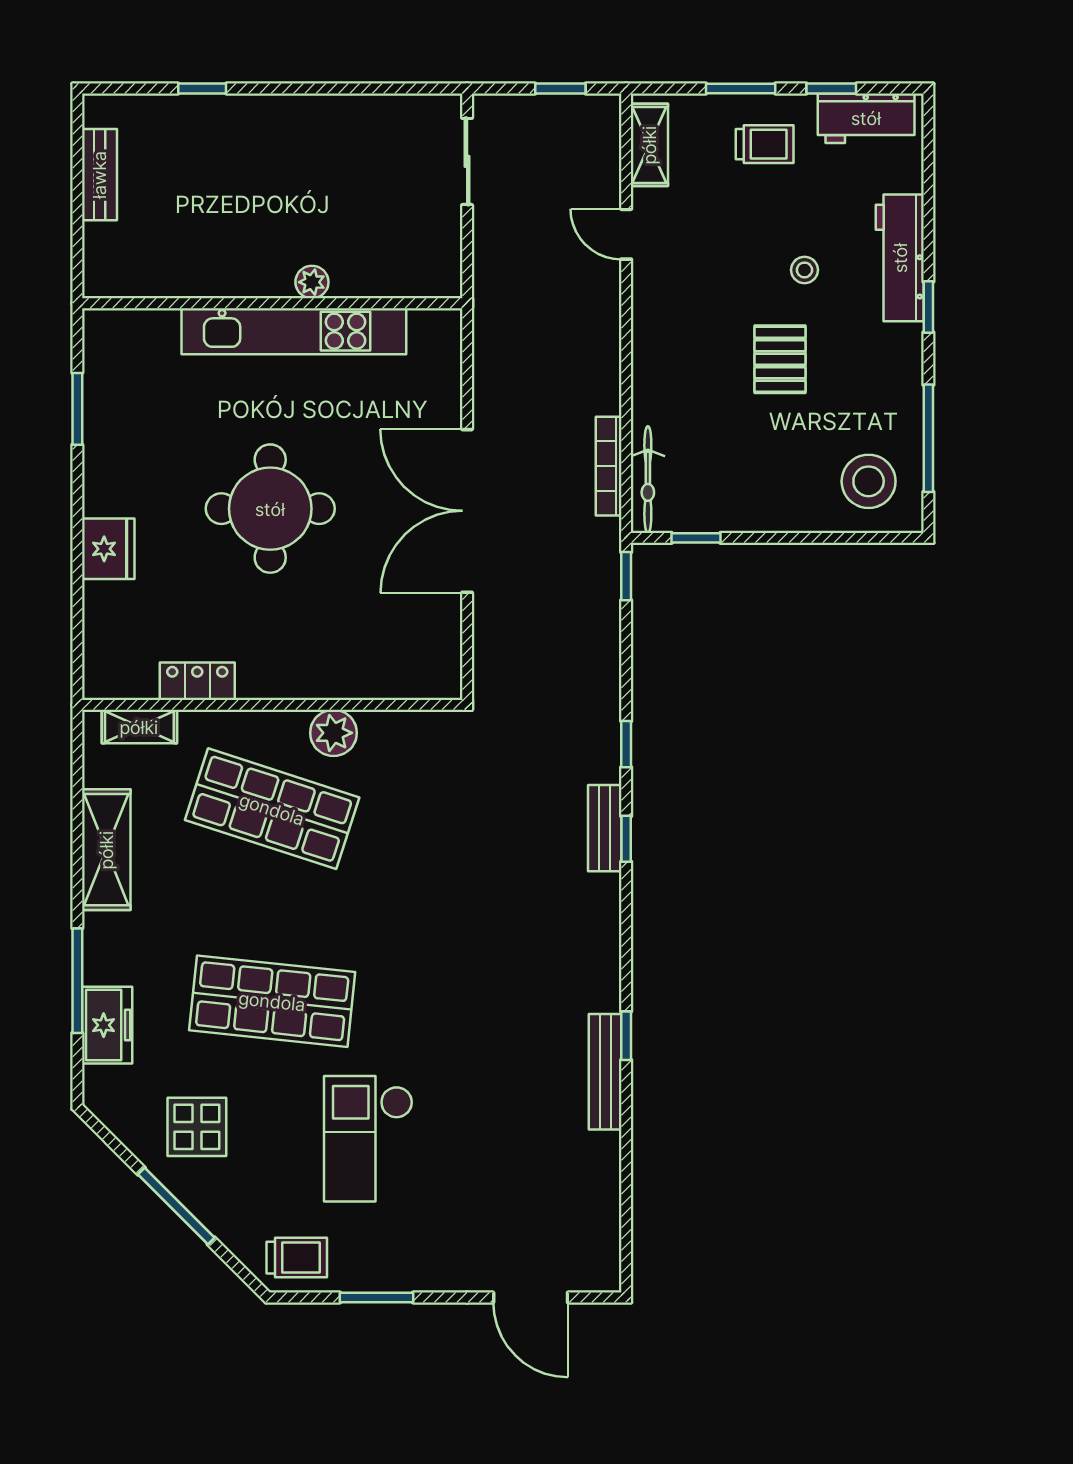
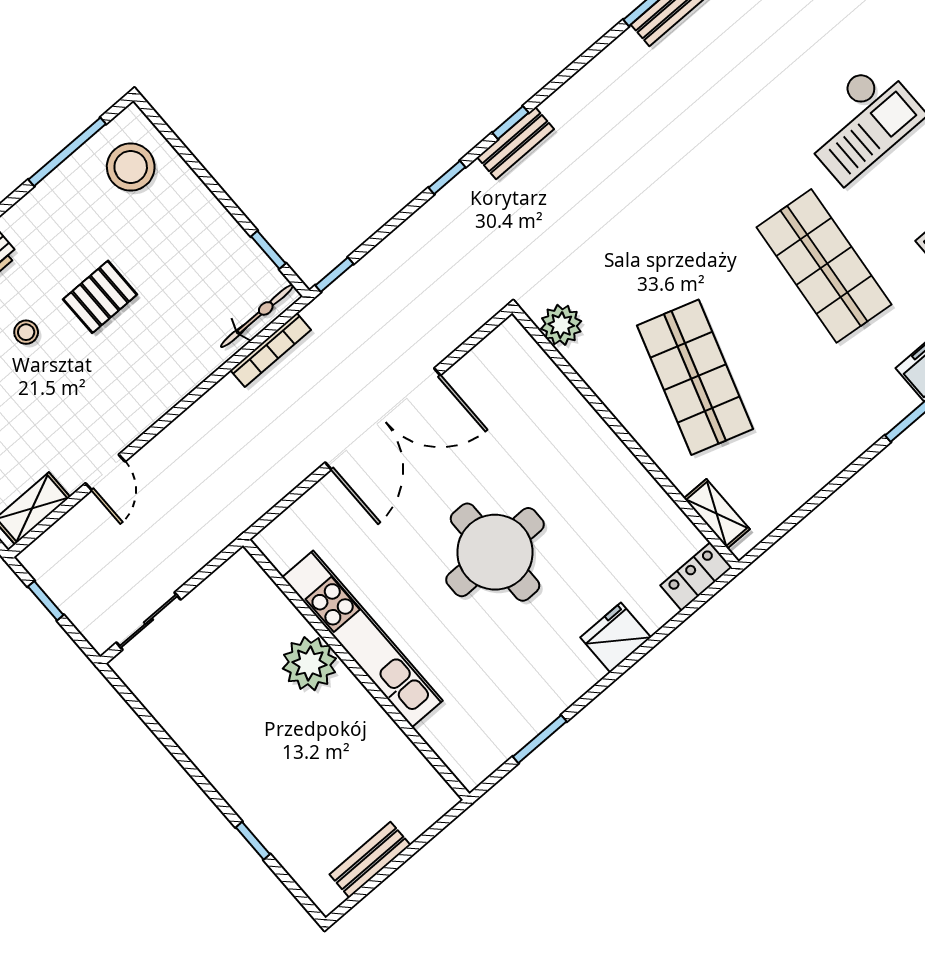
plant: (312, 282) -> (309, 664), width x1.87, depth x1.87
locker: (197, 681) -> (696, 576), moved, turned 90
plant: (333, 733) -> (561, 325), moved
shelving: (106, 850) -> (818, 465), removed

